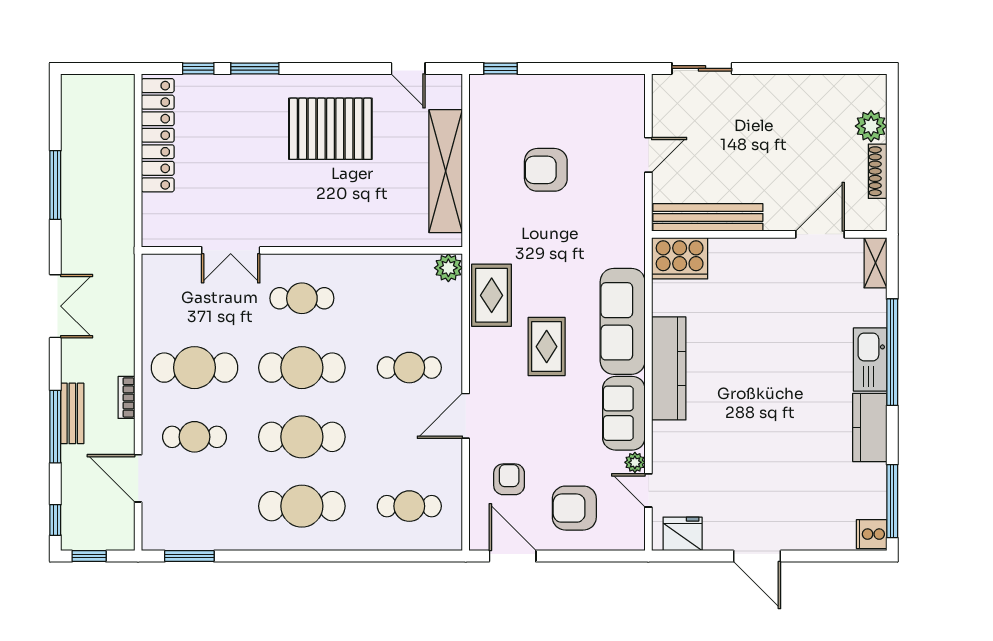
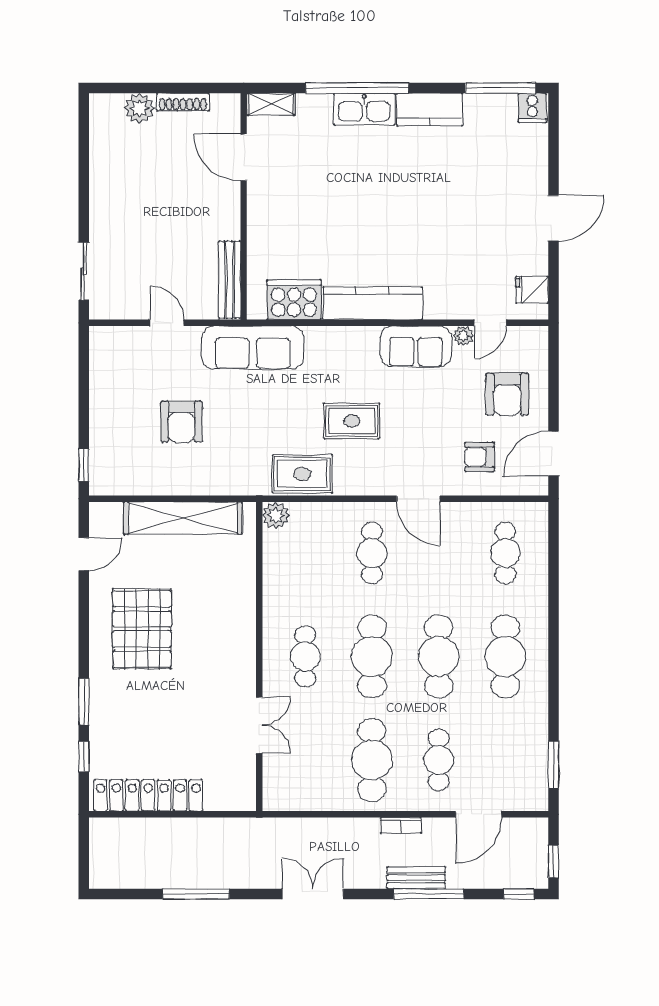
bench: (708, 217) -> (230, 280), width x0.73, depth x0.82
cooker: (680, 258) -> (294, 300), moved, turned -90
sofa: (623, 321) -> (253, 348), moved
fridge: (683, 534) -> (532, 290), width x0.72

